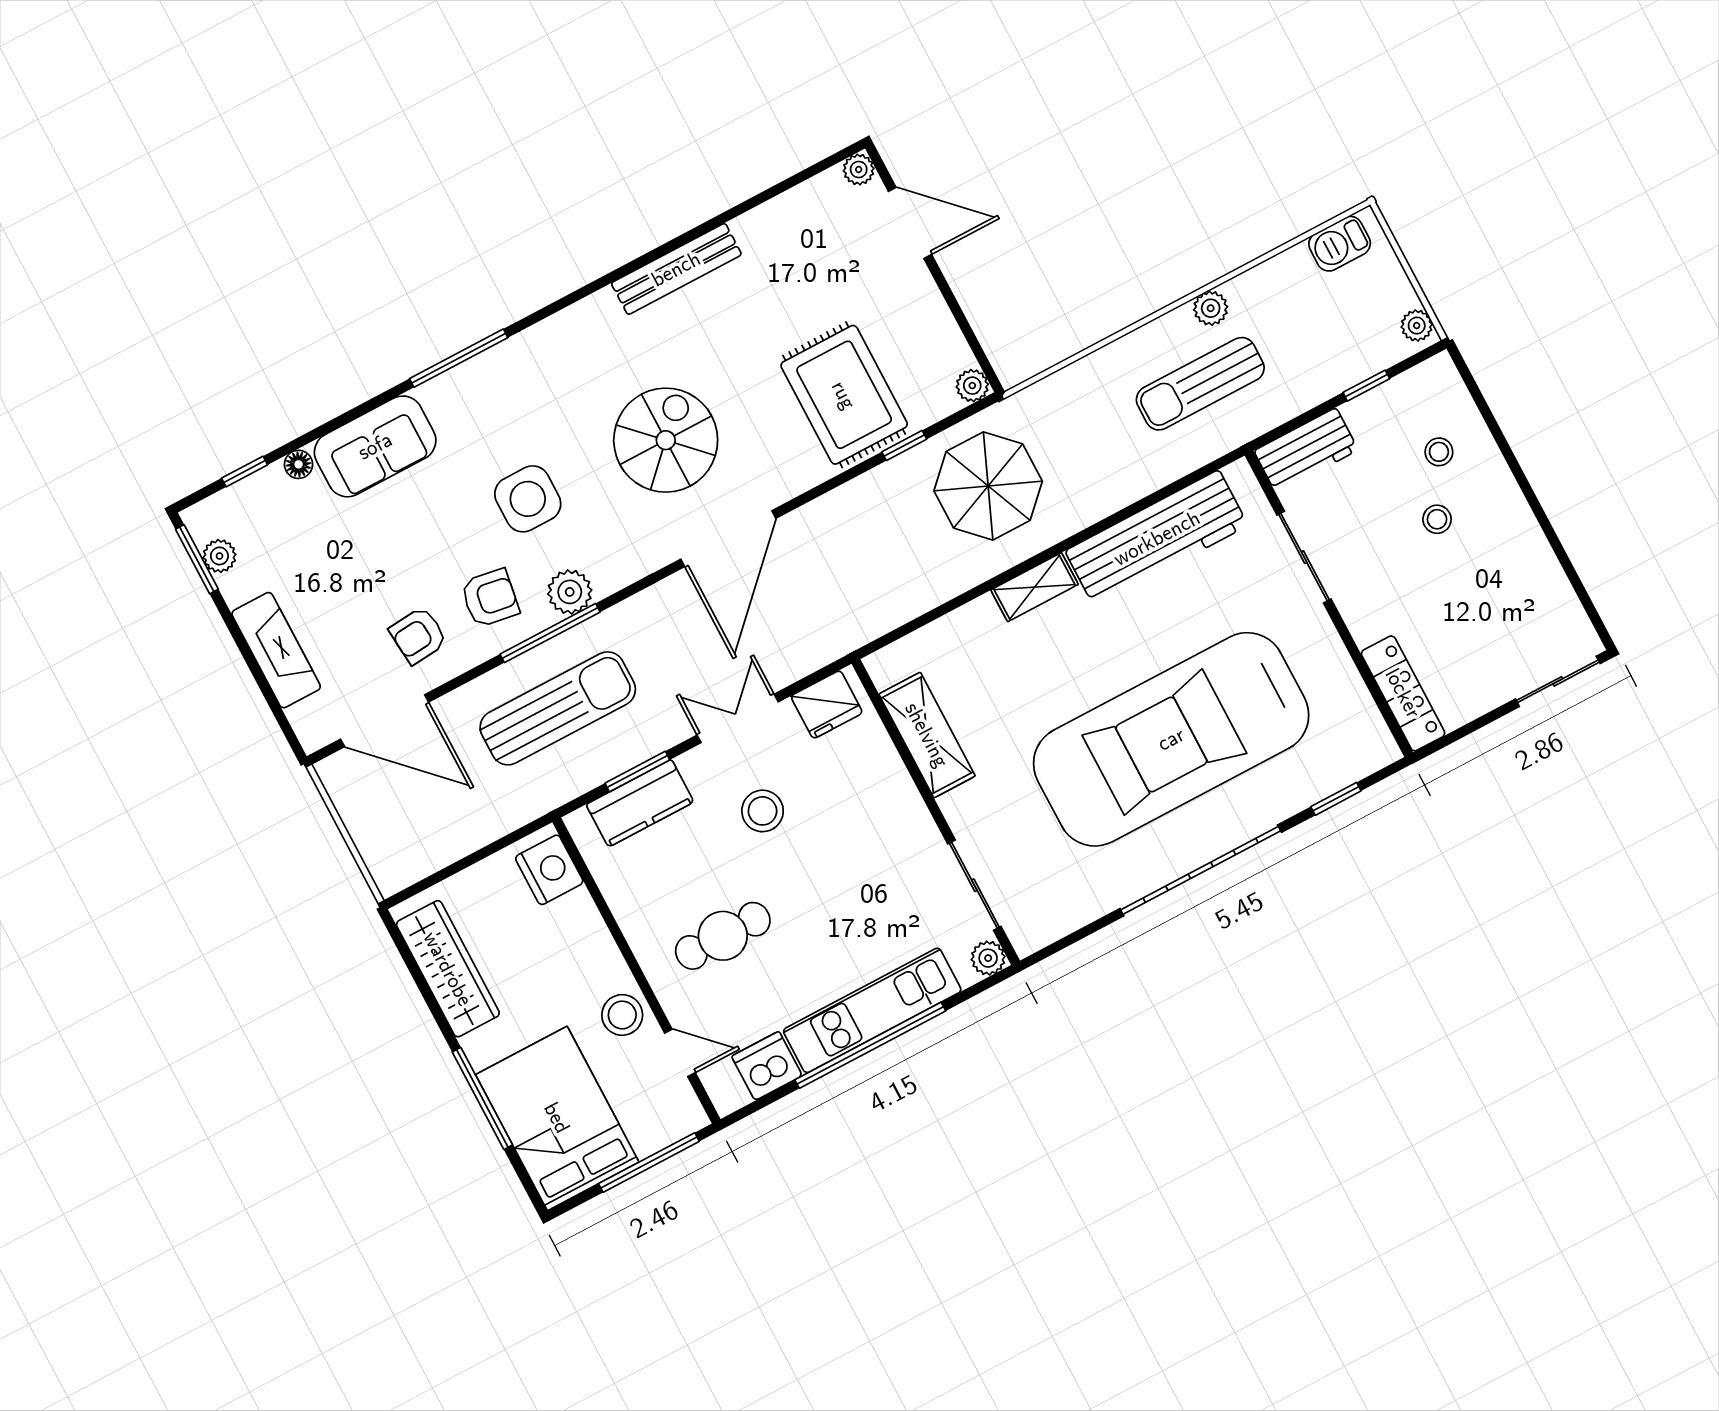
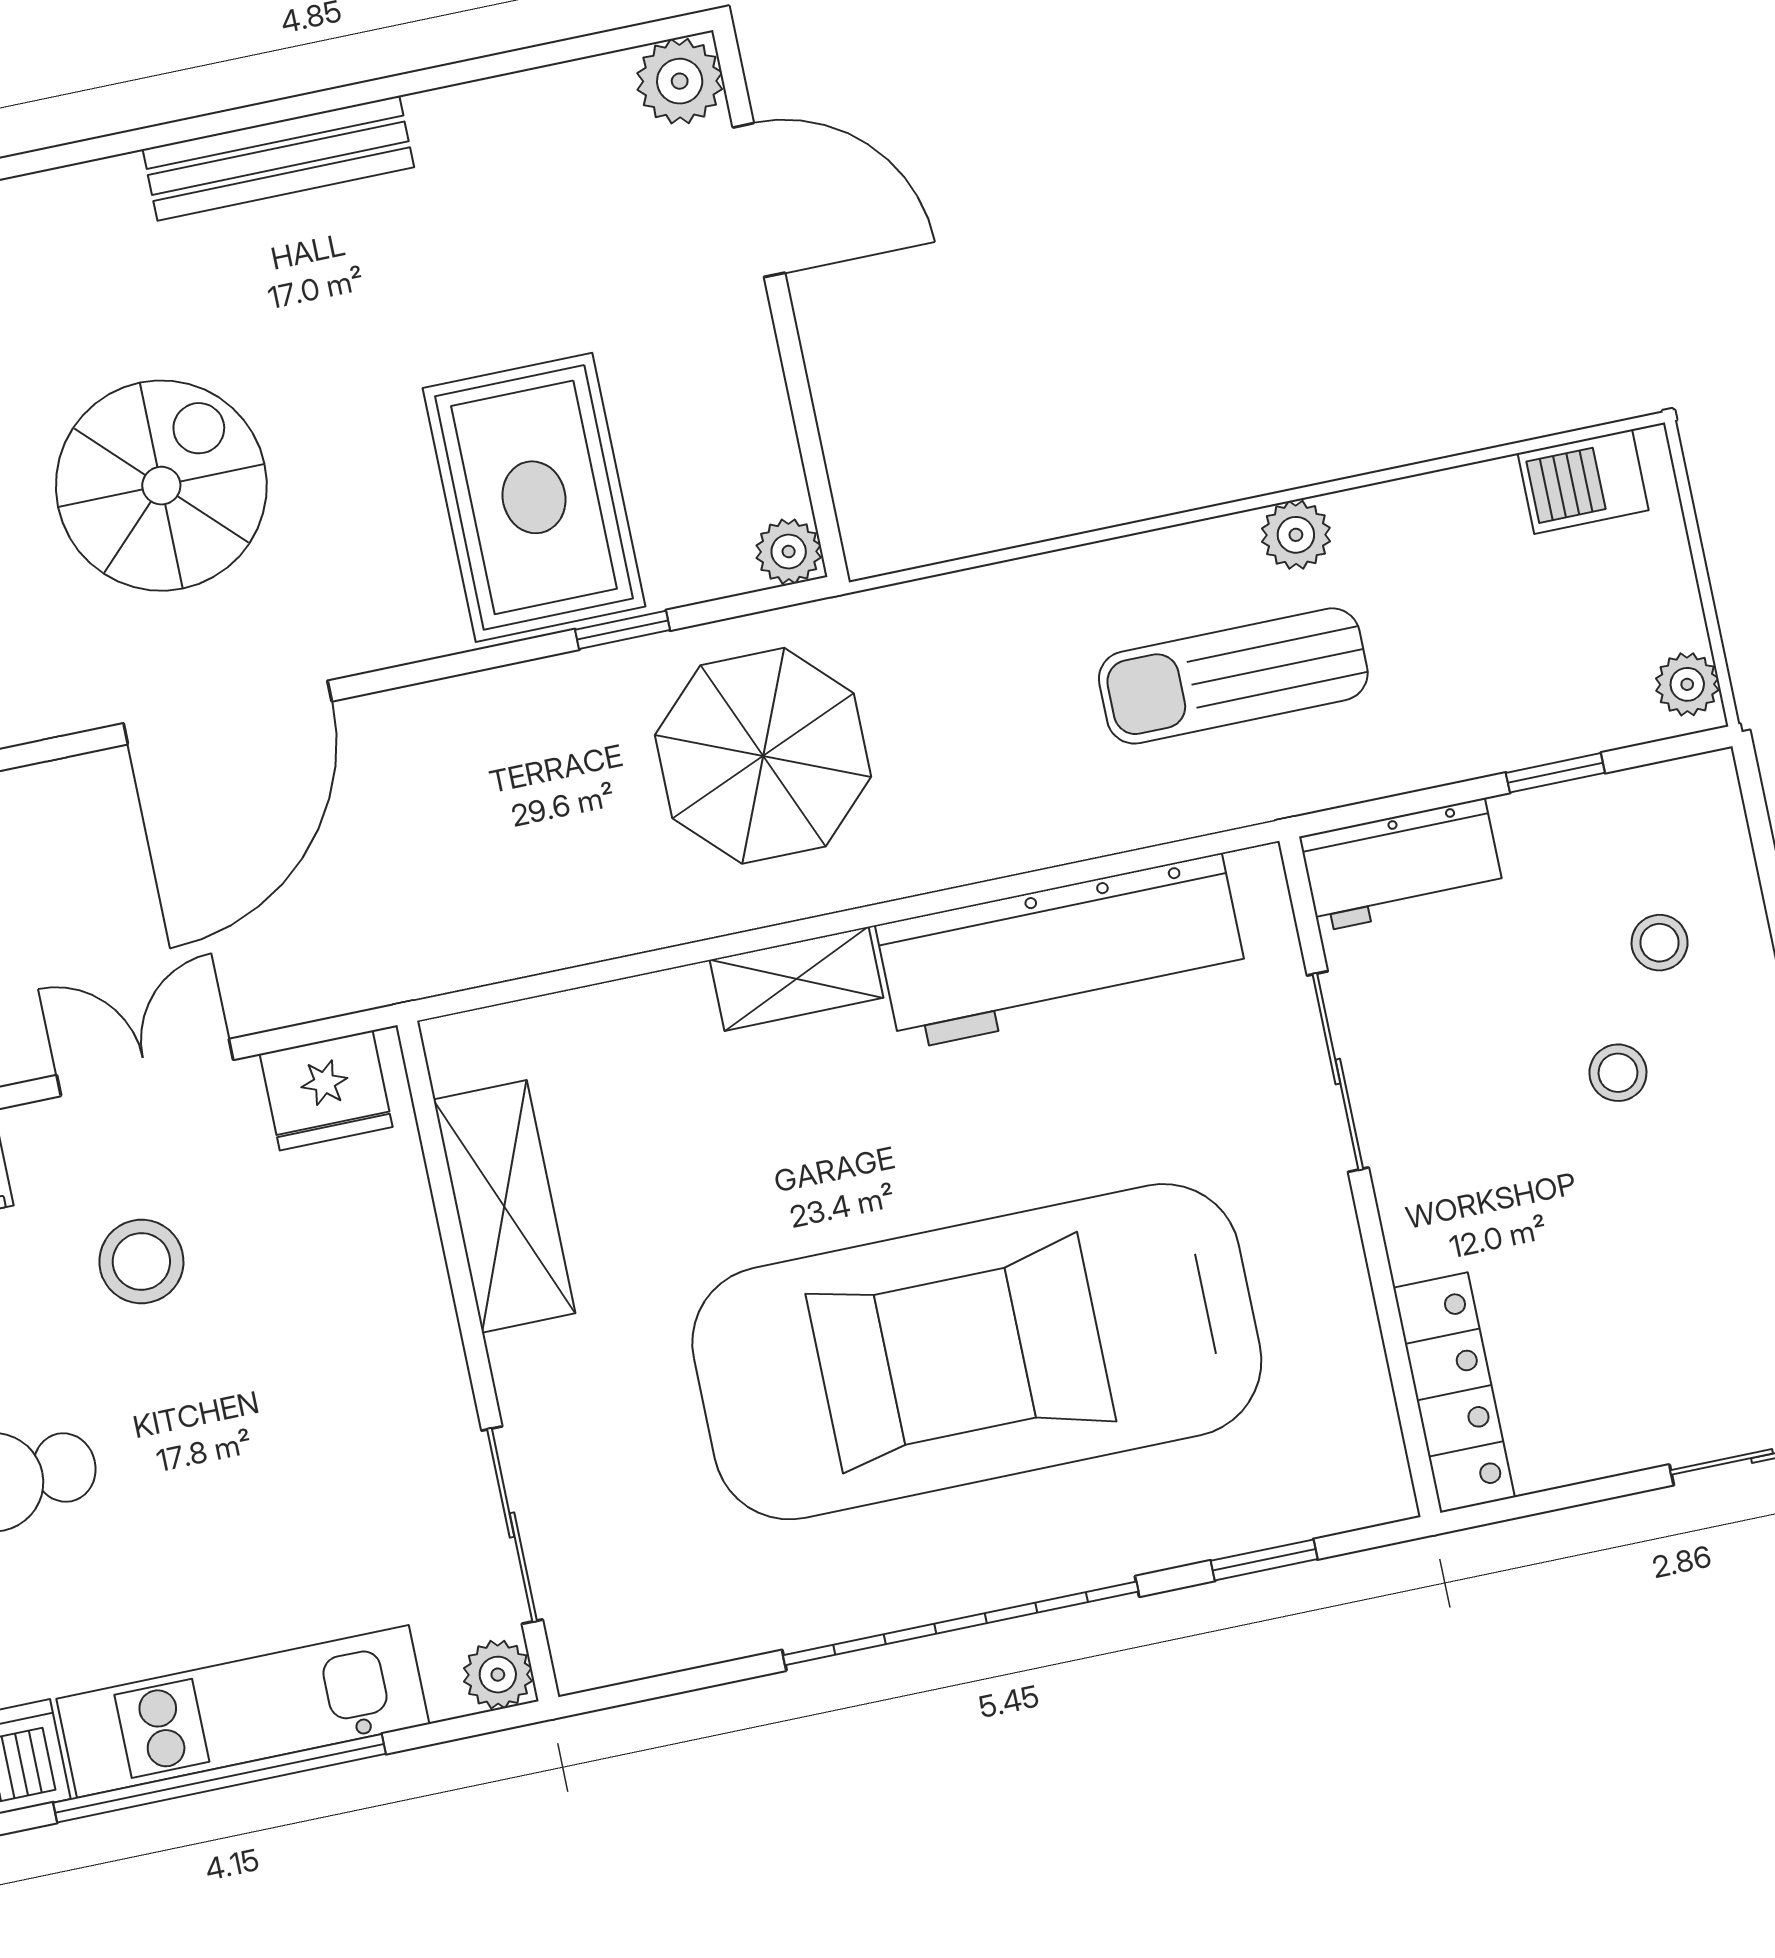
plant: (859, 170) -> (680, 81), width x1.38, depth x1.38

